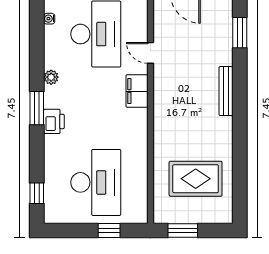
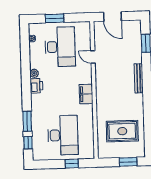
filing cabinet: (137, 91) -> (86, 94), moved
window: (37, 108) -> (27, 121), moved
printer: (54, 121) -> (36, 86), moved
window: (183, 231) -> (128, 162), moved

